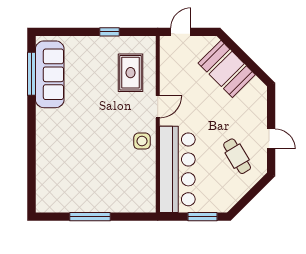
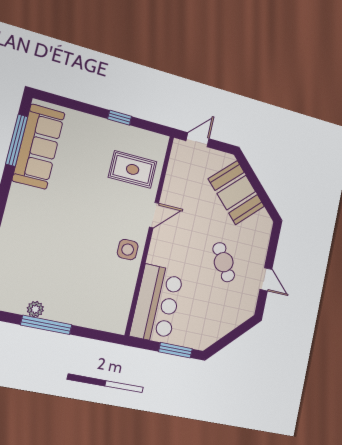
rug: (131, 73) -> (133, 169), turned 90
cafe table: (237, 156) -> (224, 262), moved
bar counter: (177, 169) -> (157, 304), width x0.73
plant: (79, 206) -> (35, 309), added

